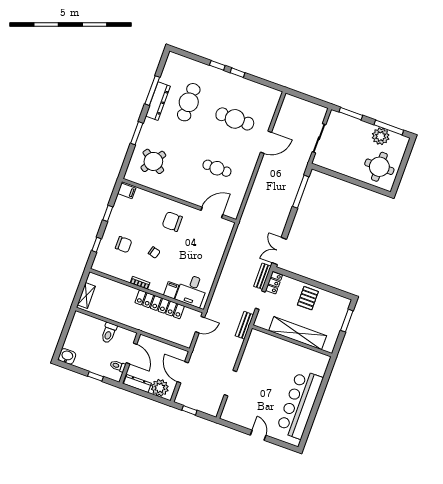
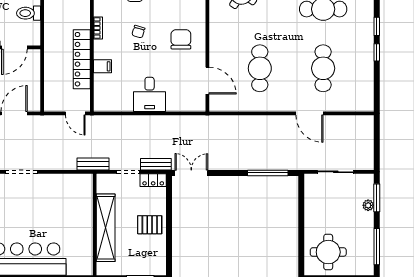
plant: (381, 136) -> (368, 205), moved, width x0.53, depth x0.53
cafe table: (217, 168) -> (260, 68), width x1.37, depth x1.35
desk: (192, 290) -> (150, 94), moved, turned -90

